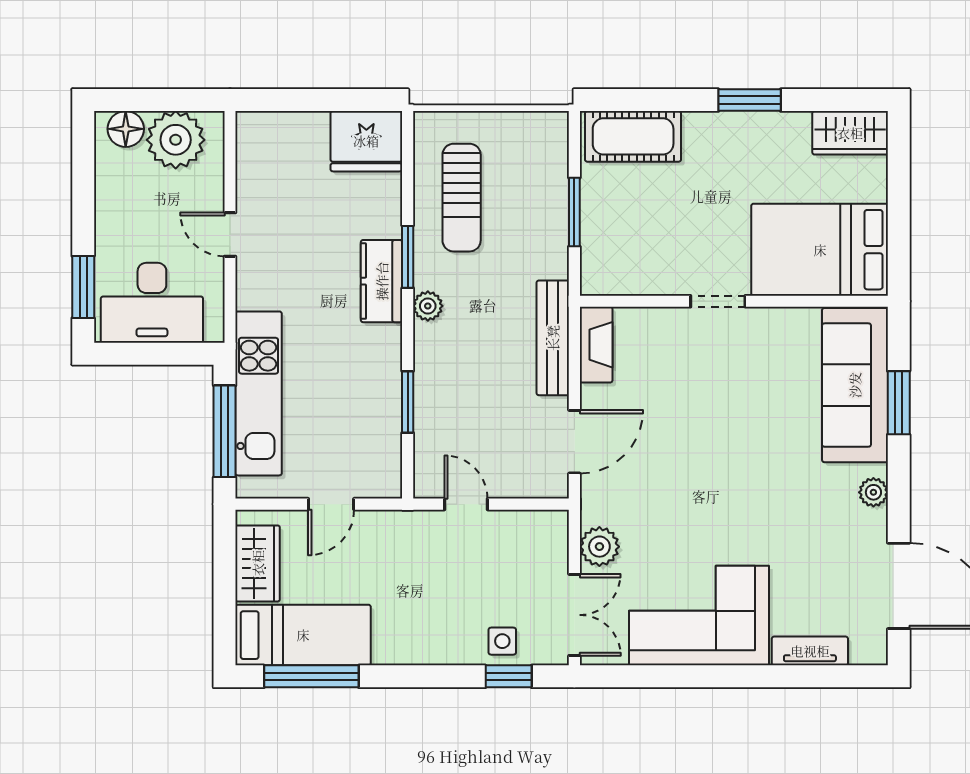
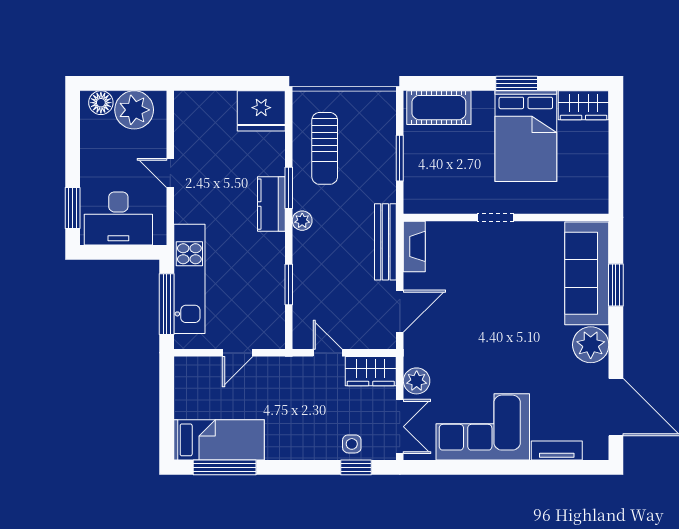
bed: (820, 250) -> (526, 136), moved, turned -90
plant: (873, 492) -> (591, 345), width x1.88, depth x1.88
wardrobe: (258, 563) -> (371, 371), moved, turned 90

